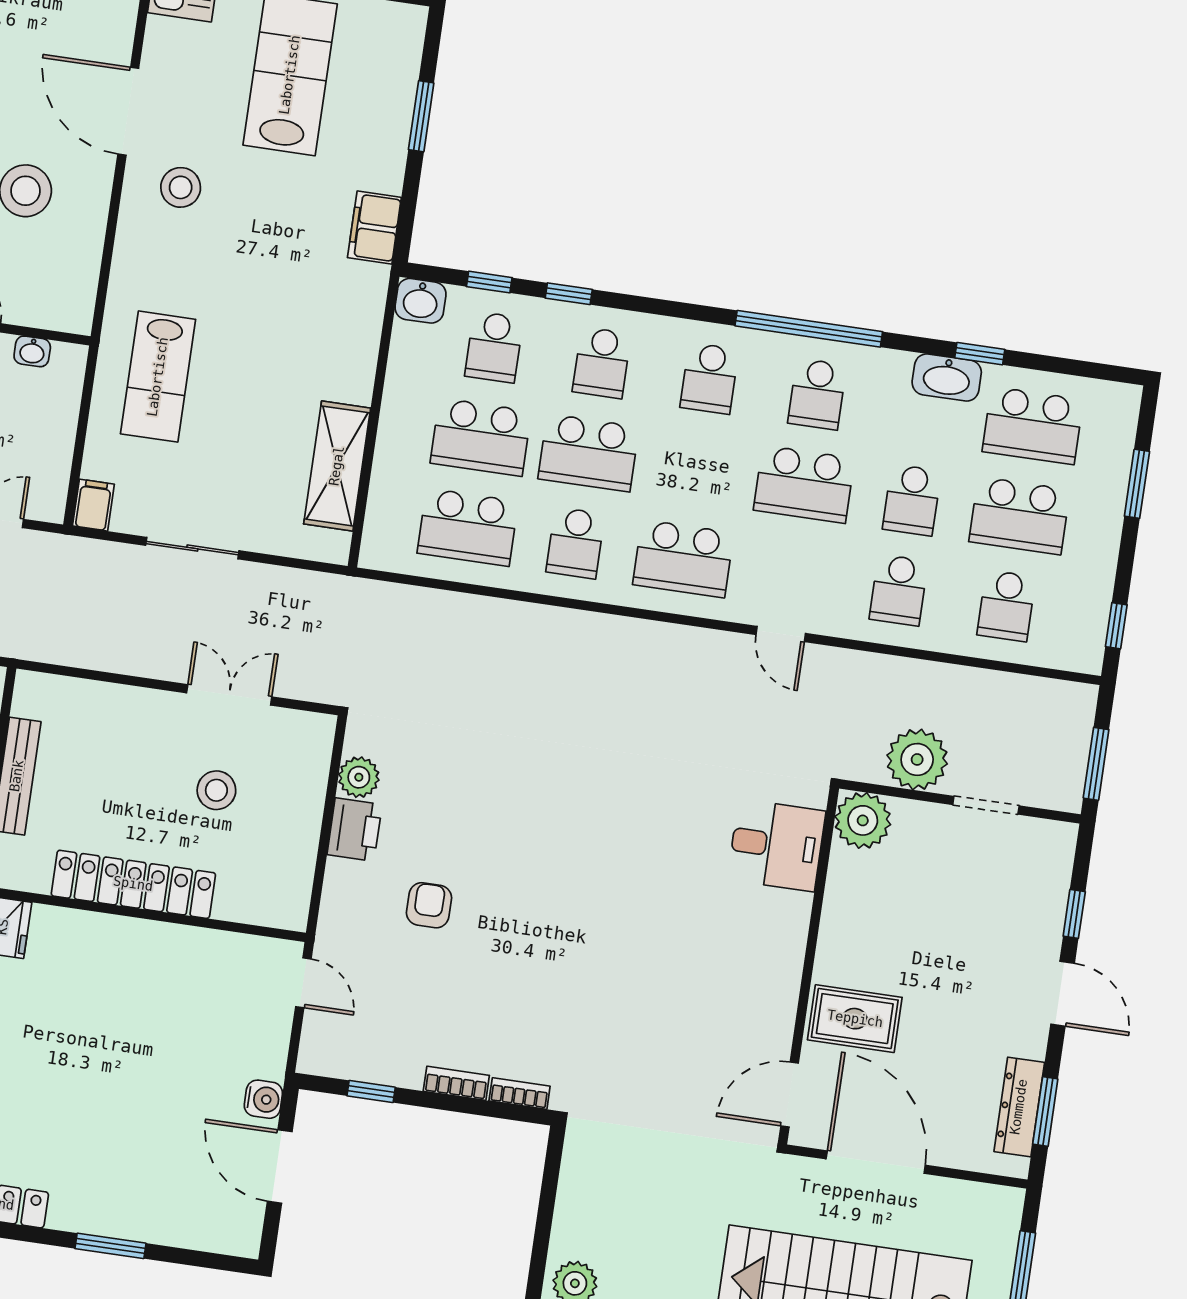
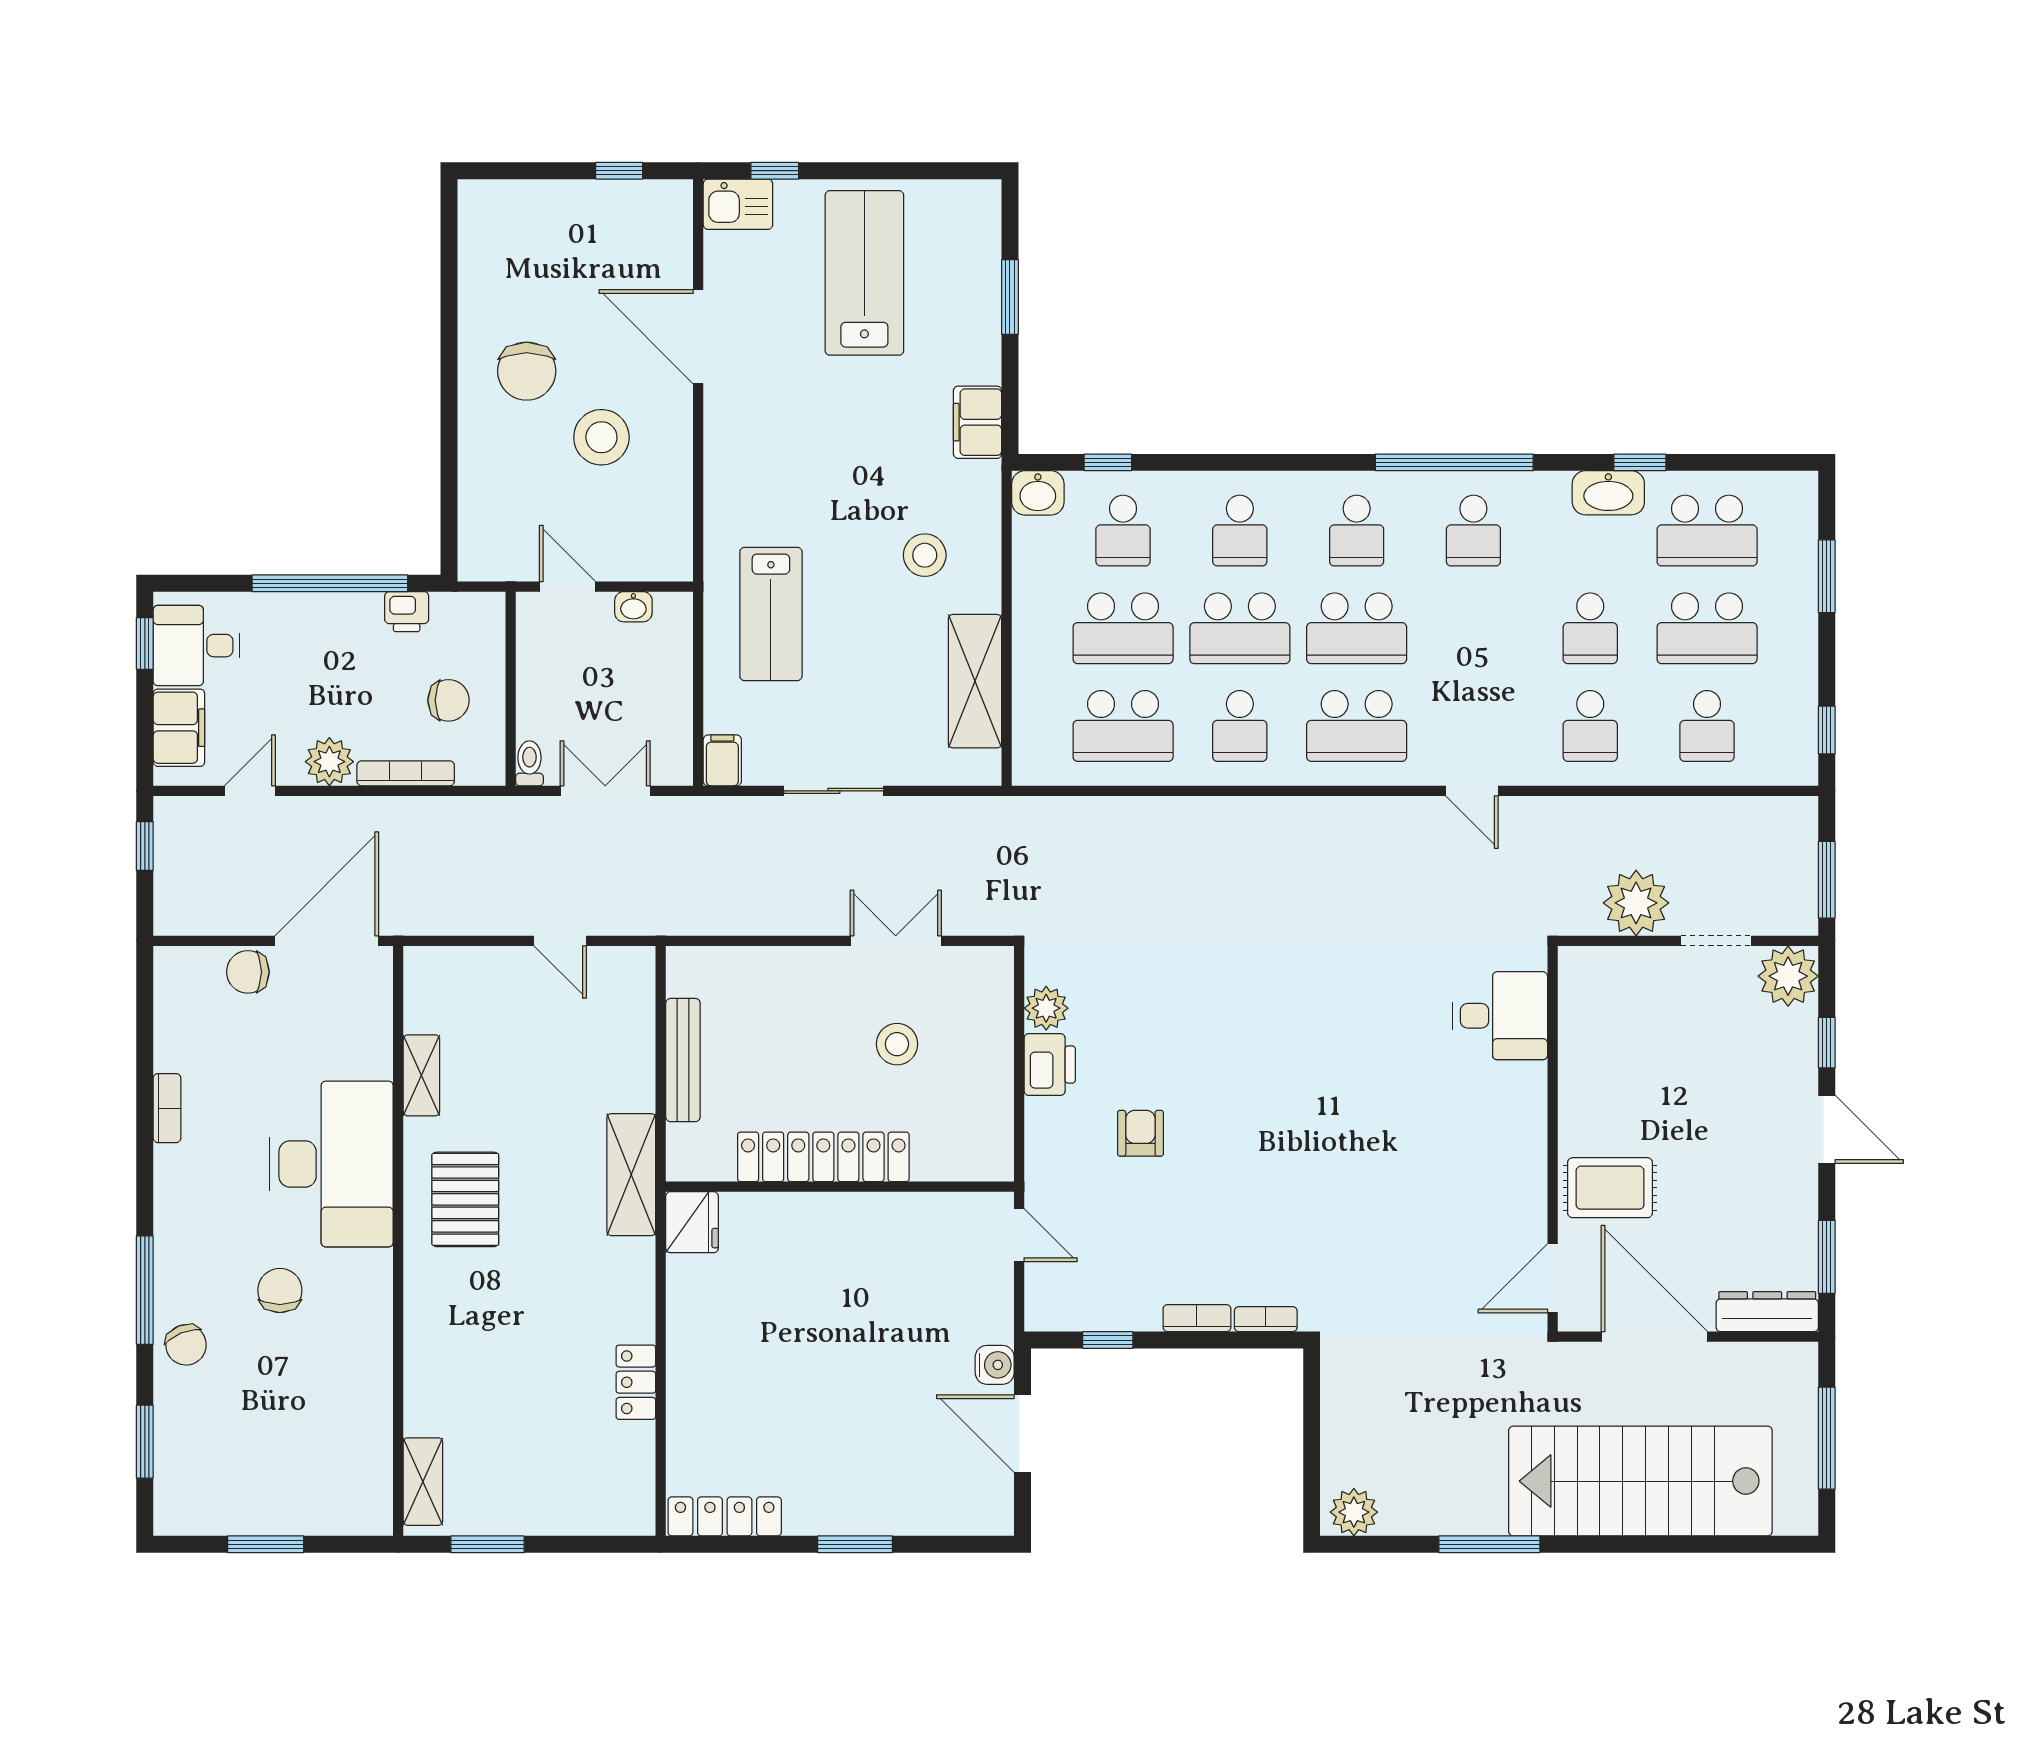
stool: (181, 187) -> (925, 555), moved
window: (569, 294) -> (1194, 462), removed
school desk: (804, 484) -> (1357, 628), moved
plant: (863, 820) -> (1788, 976), moved
dresser: (1019, 1107) -> (1767, 1312), moved, turned 90

